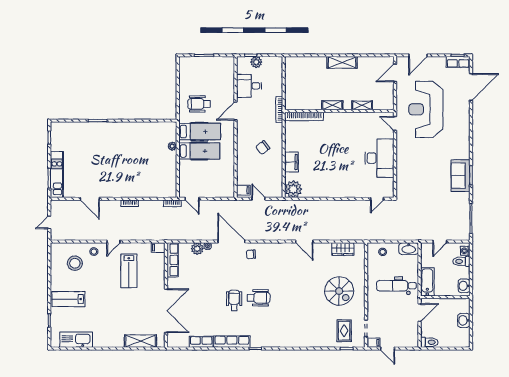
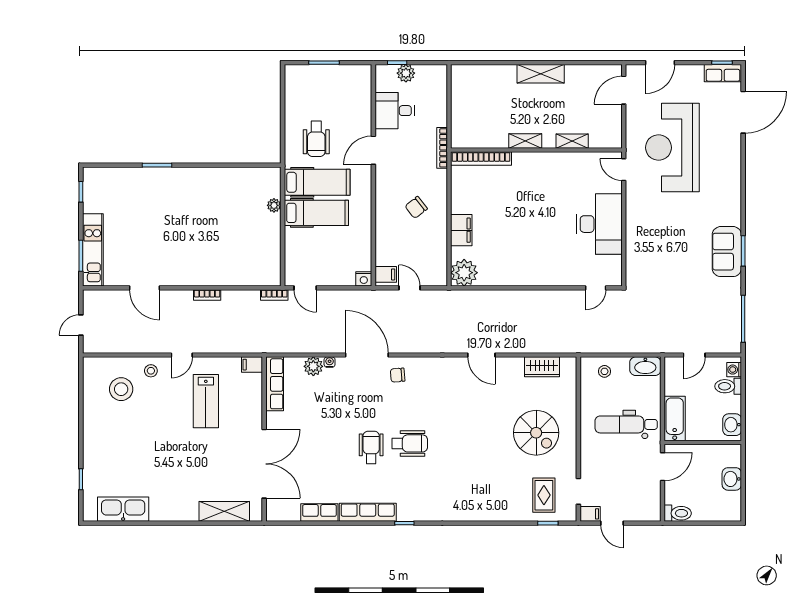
wheelchair: (199, 104) -> (316, 139), turned -90
nightstand: (229, 193) -> (364, 279), added
lab bench: (68, 299) -> (111, 445), removed

